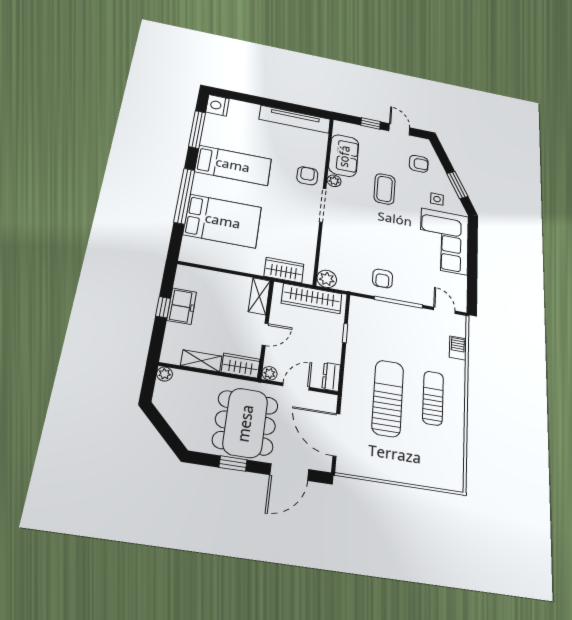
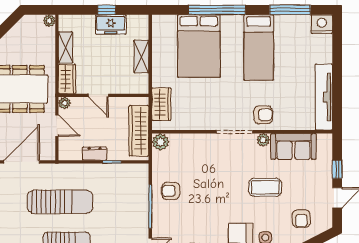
shelving: (259, 296) -> (141, 57), moved, turned 90
dresser: (331, 377) -> (95, 154), moved

